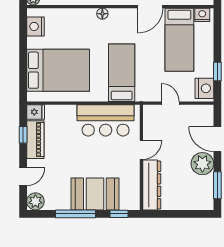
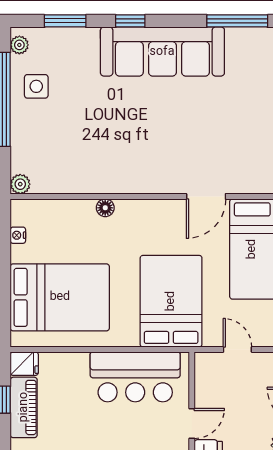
floor lamp: (102, 14) -> (105, 208), moved
nightstand: (35, 26) -> (18, 235), width x0.53, depth x0.56
bed: (122, 73) -> (171, 301), width x1.50

